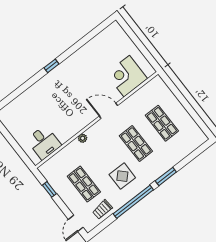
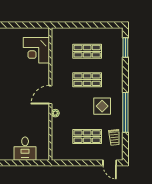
door: (108, 111) -> (50, 95), moved
desk: (44, 142) -> (25, 149), moved, turned 90
window: (166, 176) -> (125, 47), moved
window: (49, 189) -> (73, 163), removed

